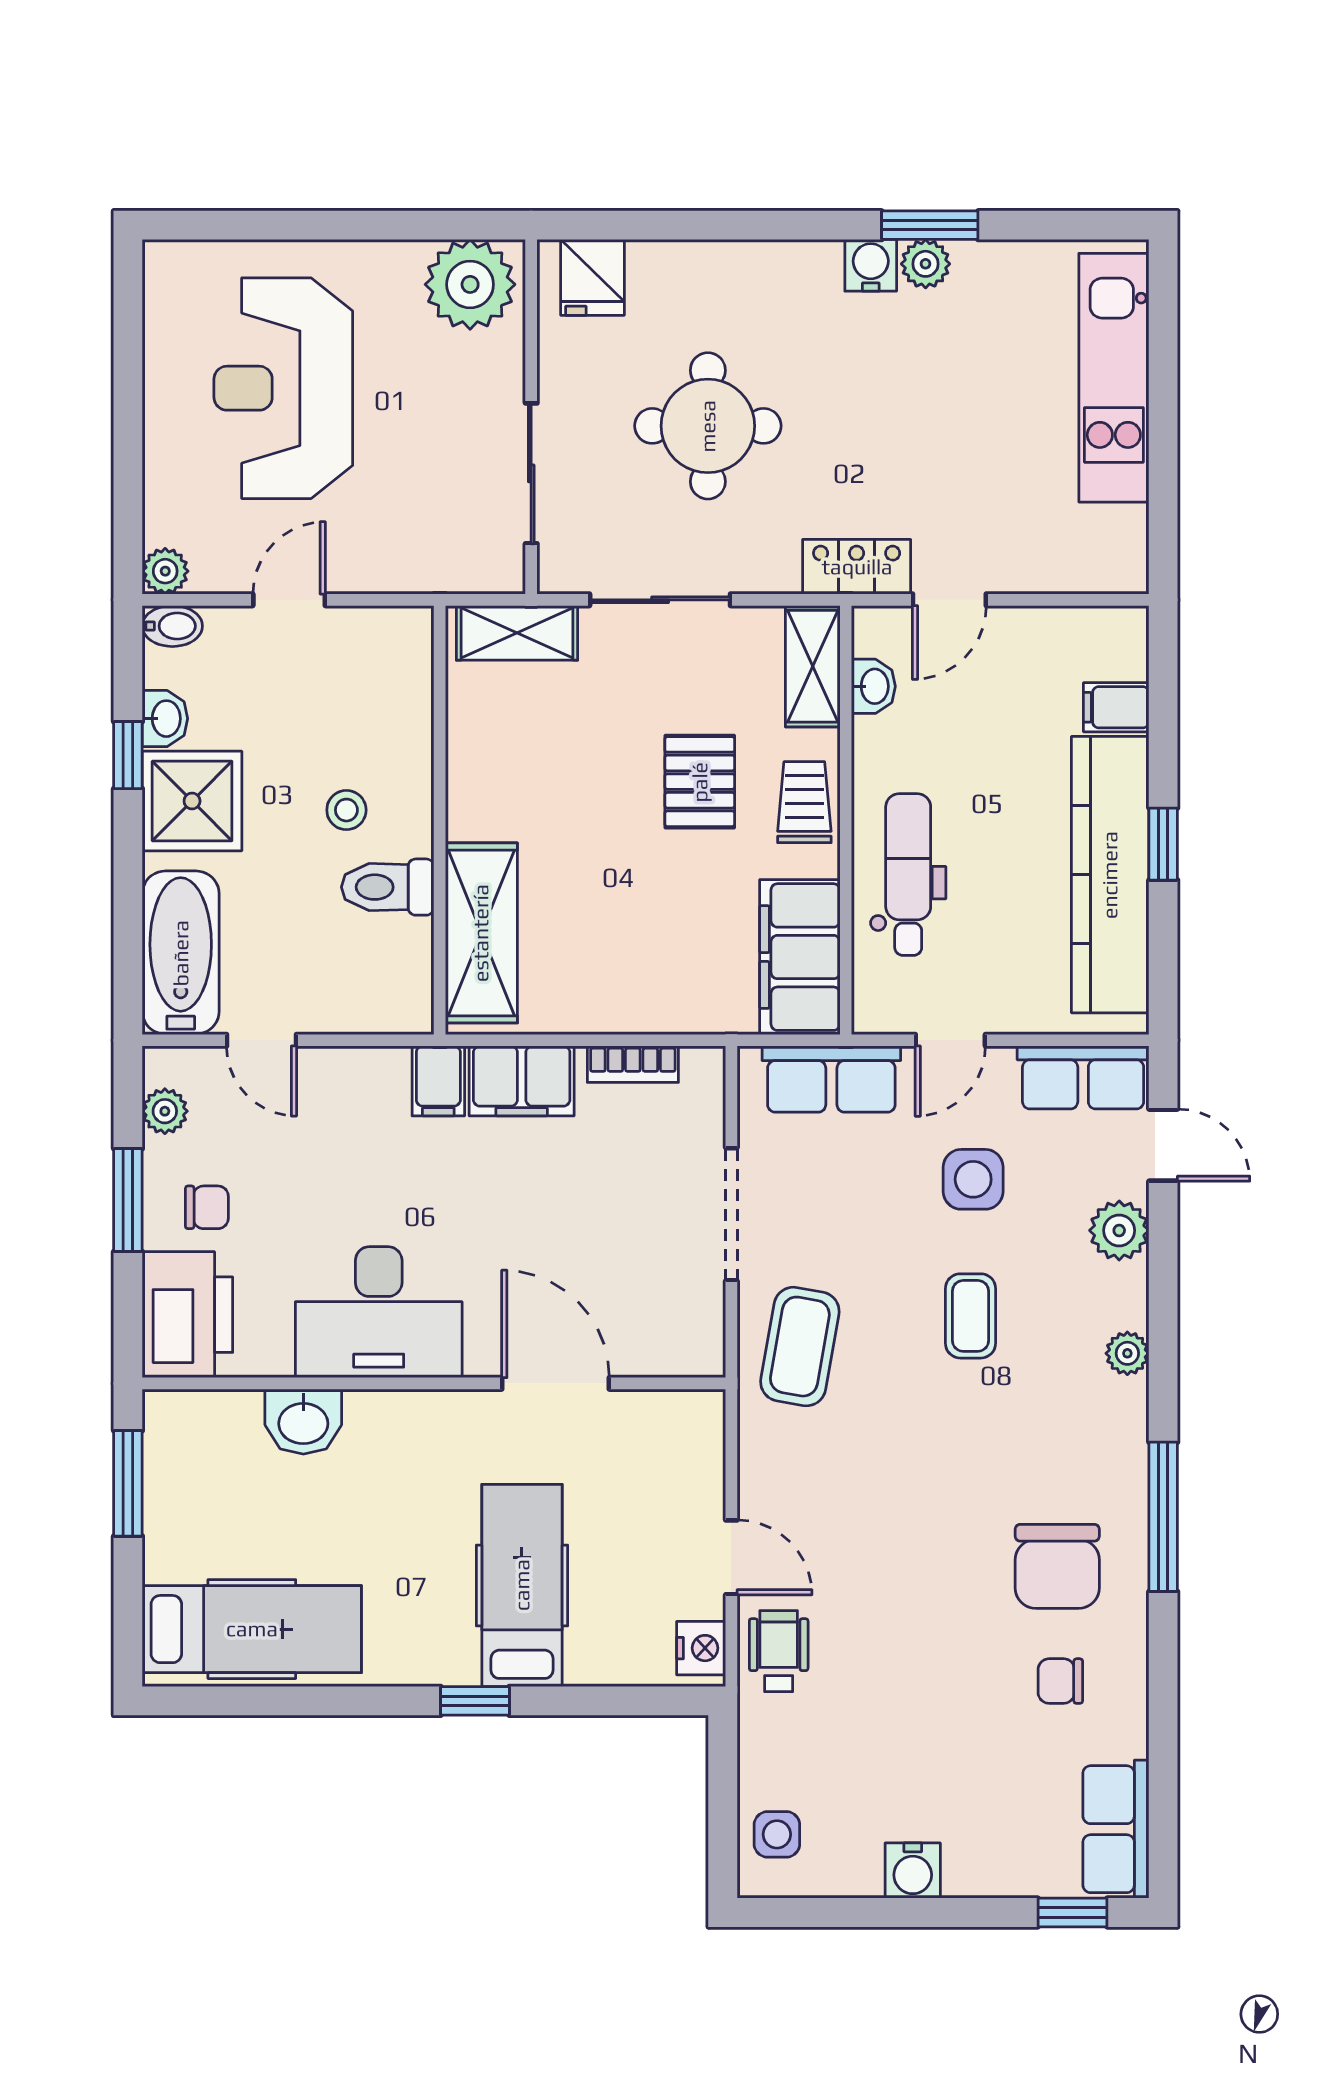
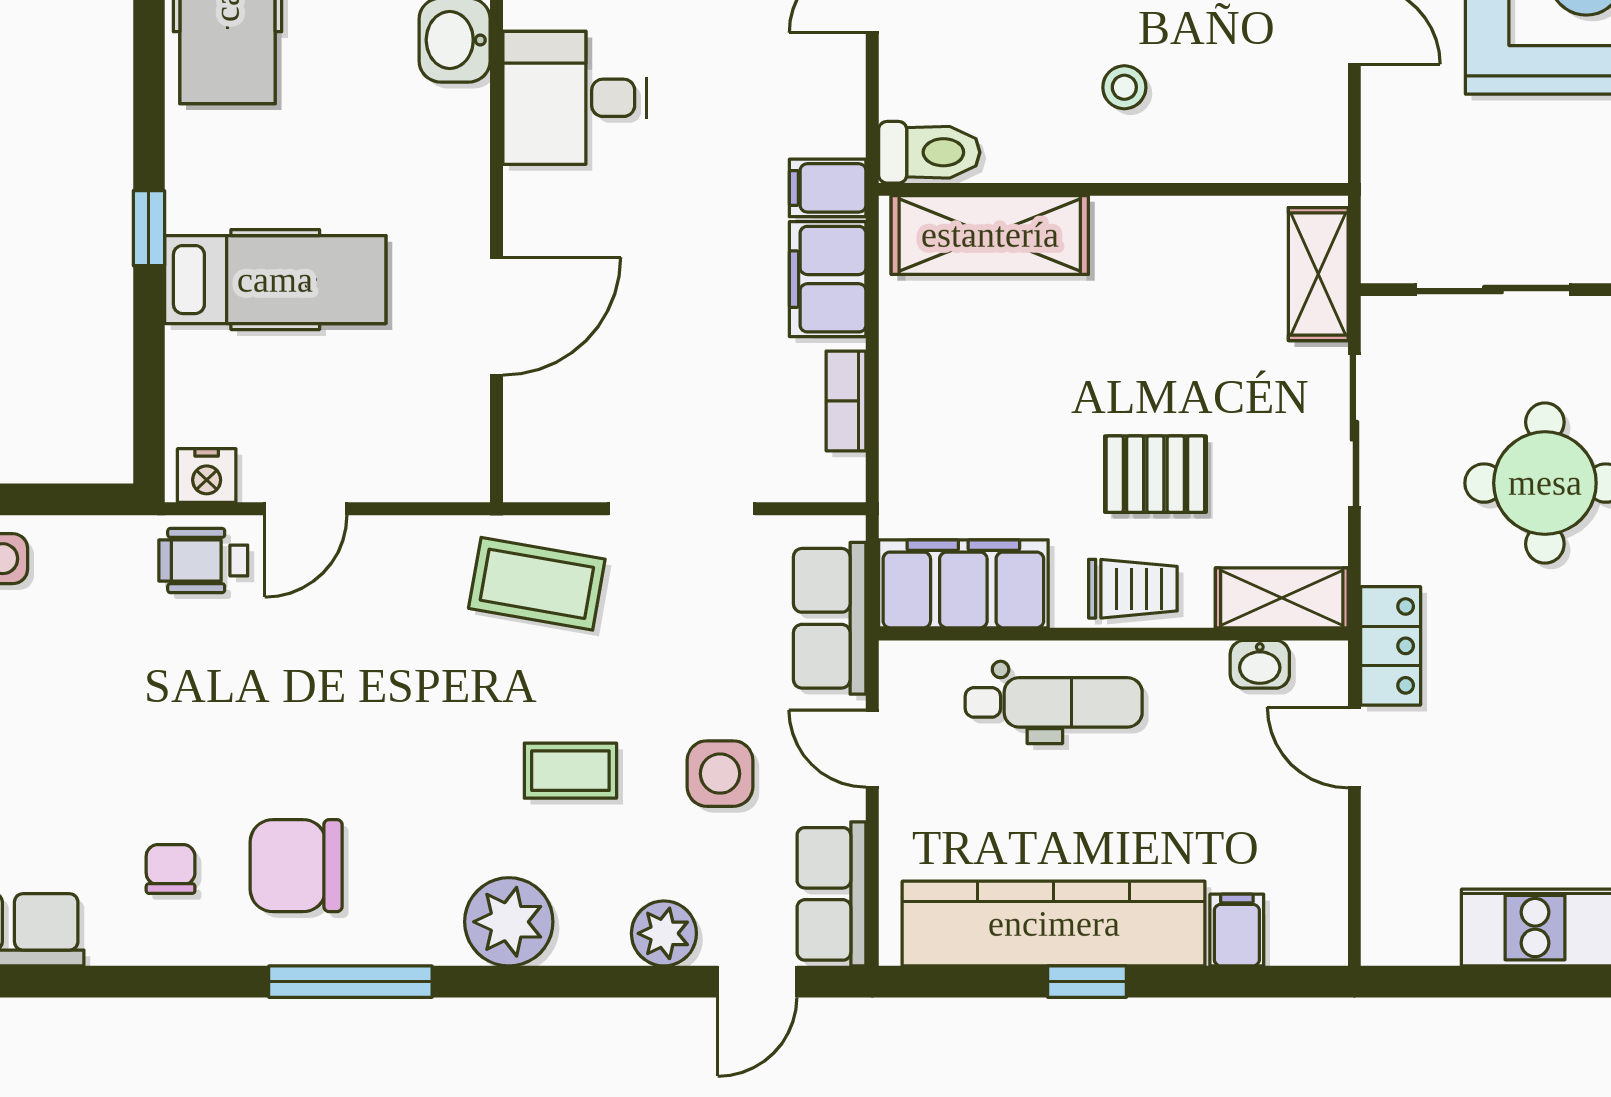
toilet: (388, 887) -> (929, 152), moved, turned 90
desk: (379, 1312) -> (574, 98), width x0.73
plant: (1127, 1353) -> (509, 922), width x1.88, depth x1.88
wheelchair: (779, 1651) -> (203, 561), turned 180

